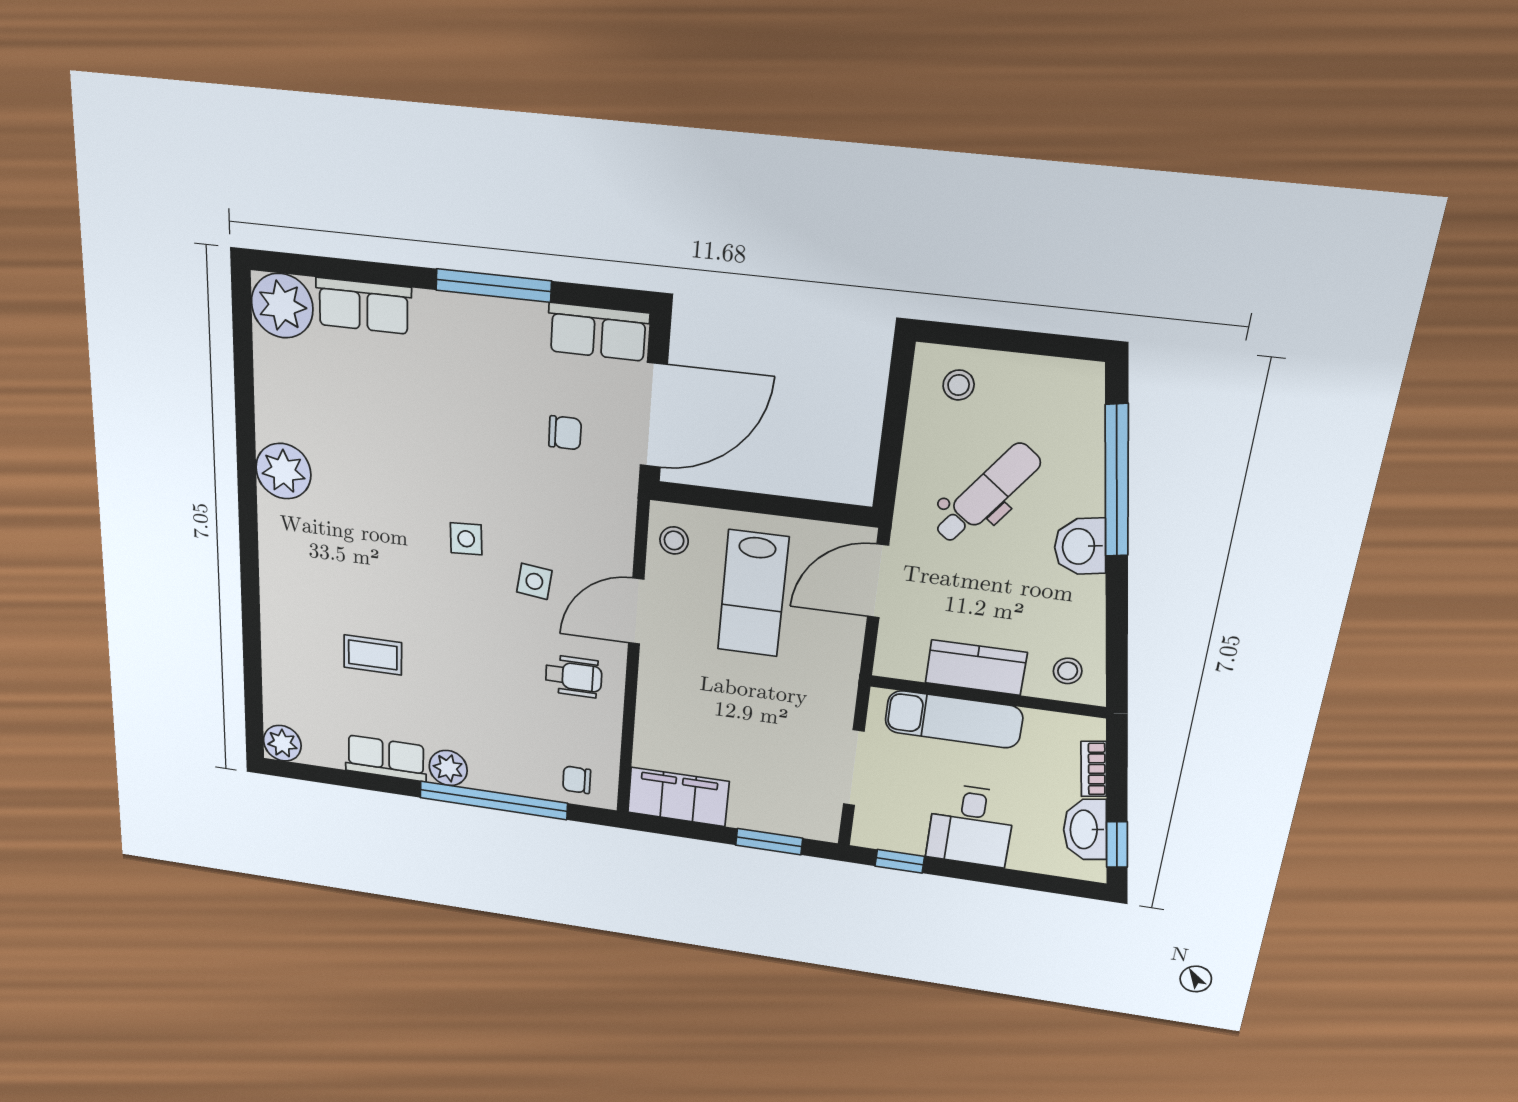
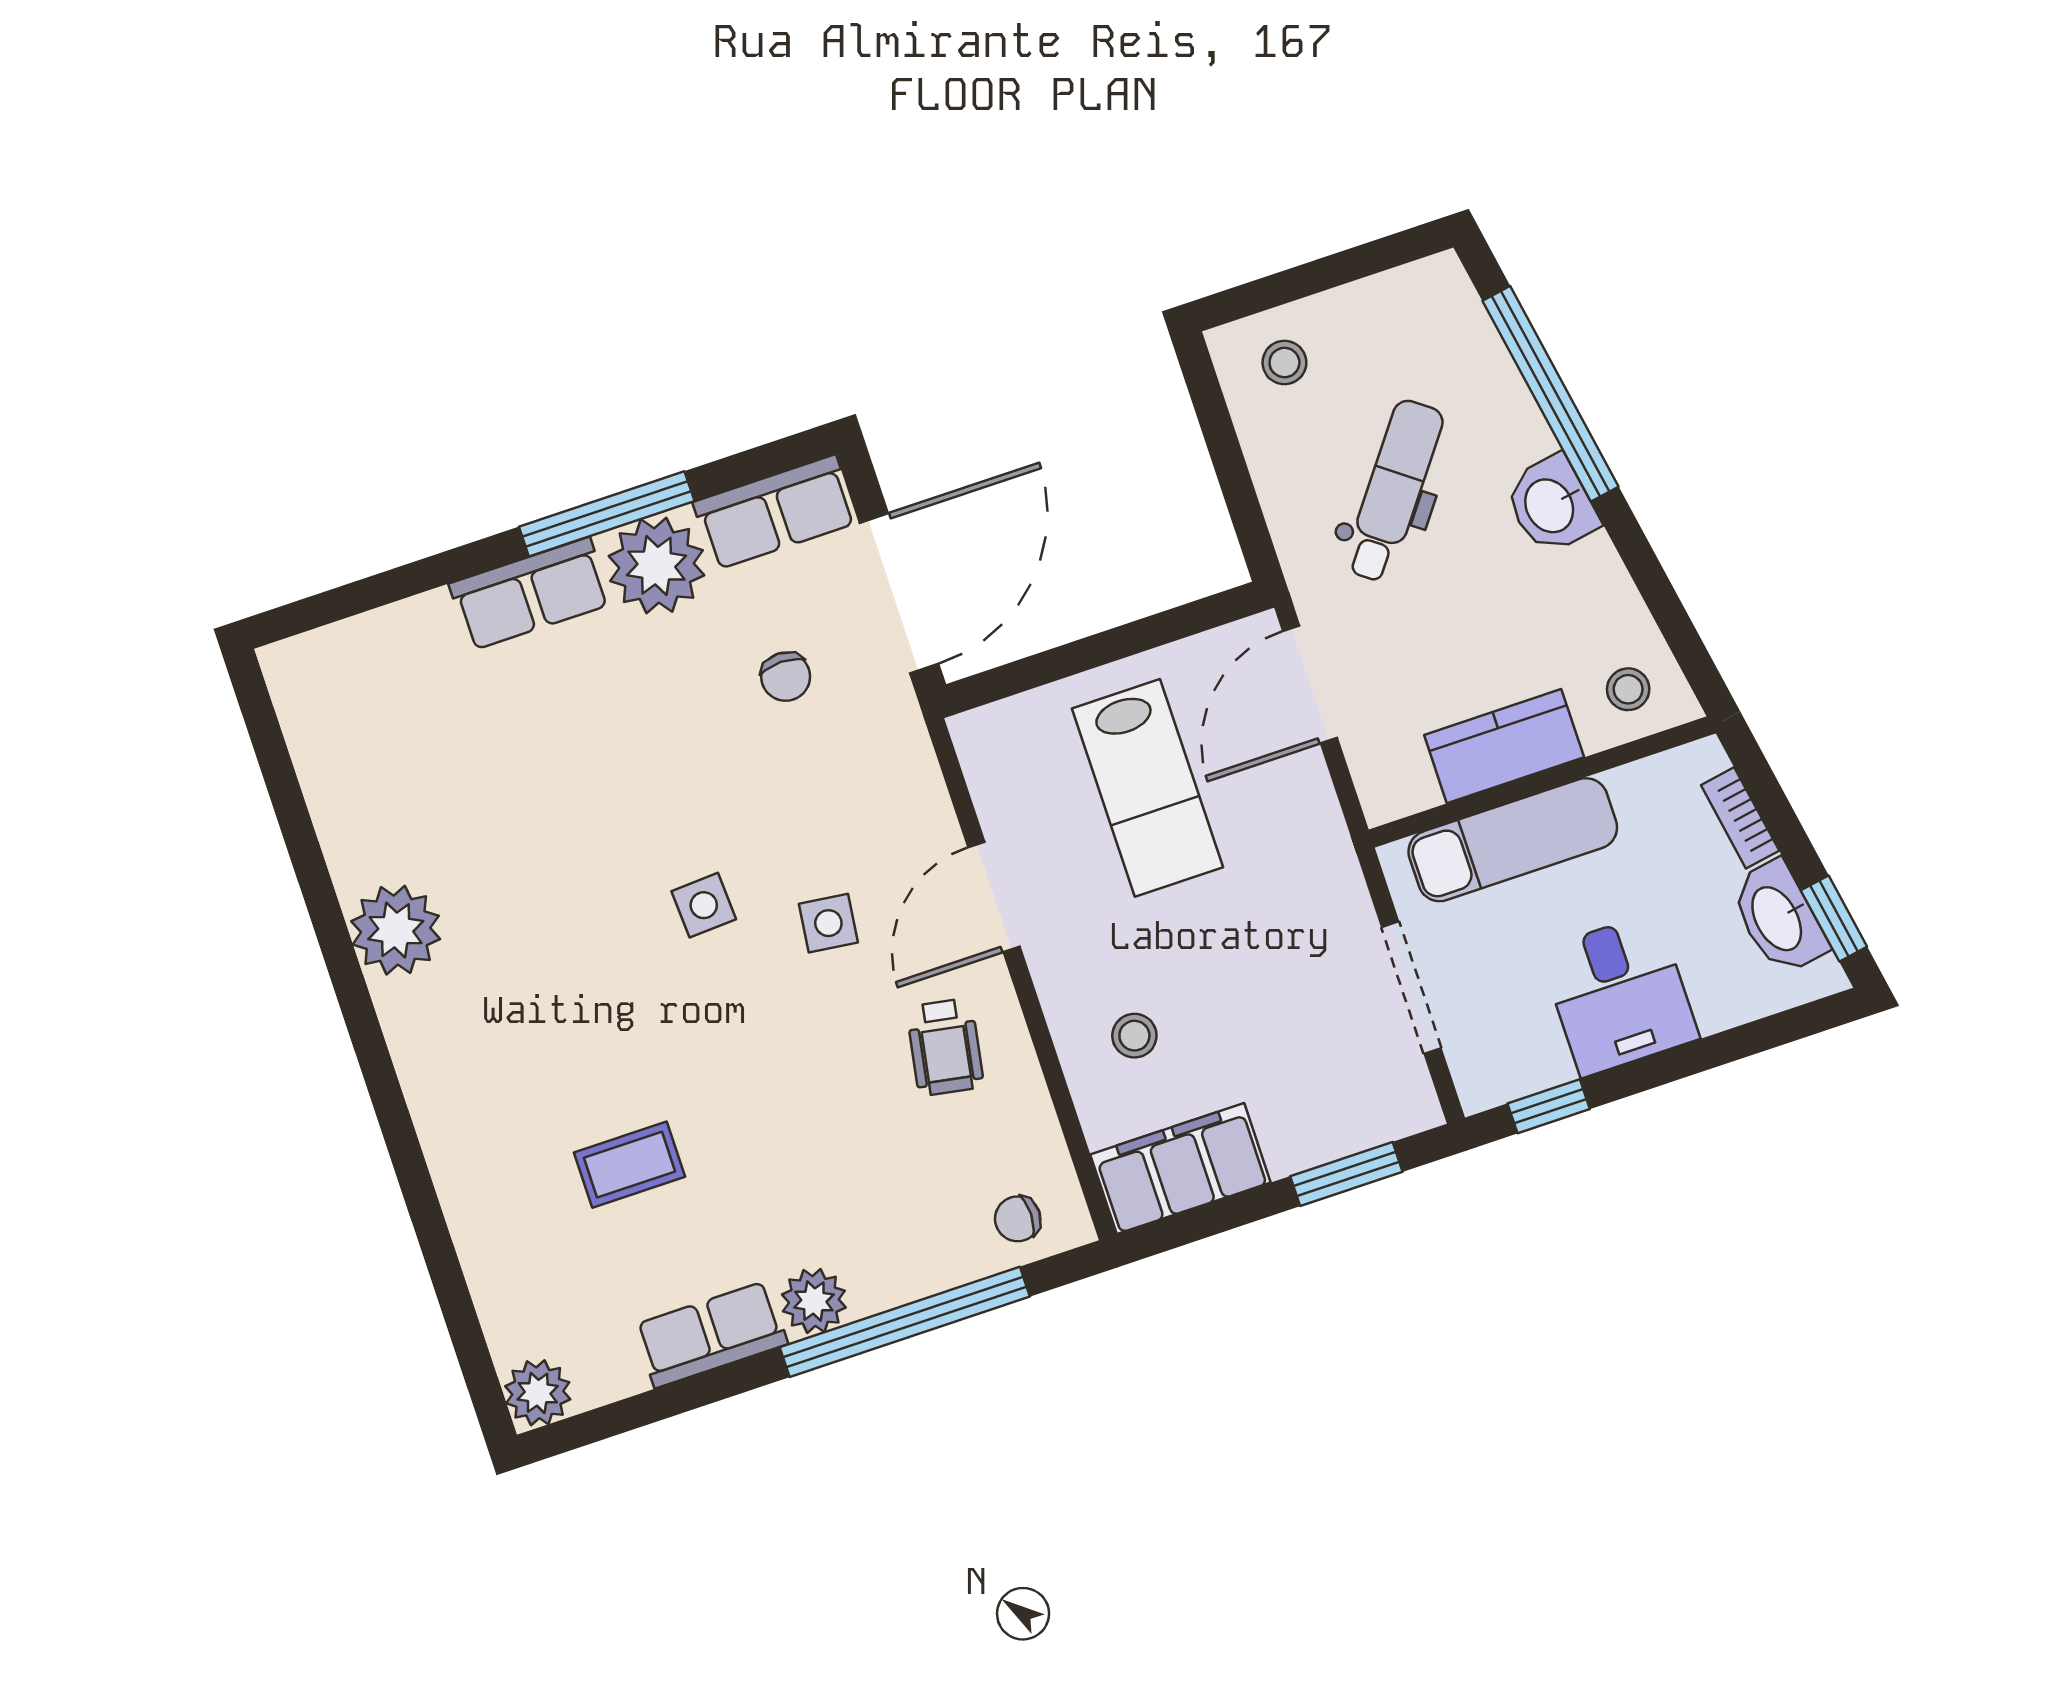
plant: (282, 306) -> (656, 566), moved
row of seats: (363, 306) -> (530, 594), moved
chair: (565, 433) -> (786, 677), turned 90
stool: (674, 540) -> (1134, 1036), moved
wheelchair: (574, 676) -> (945, 1047), turned 100

